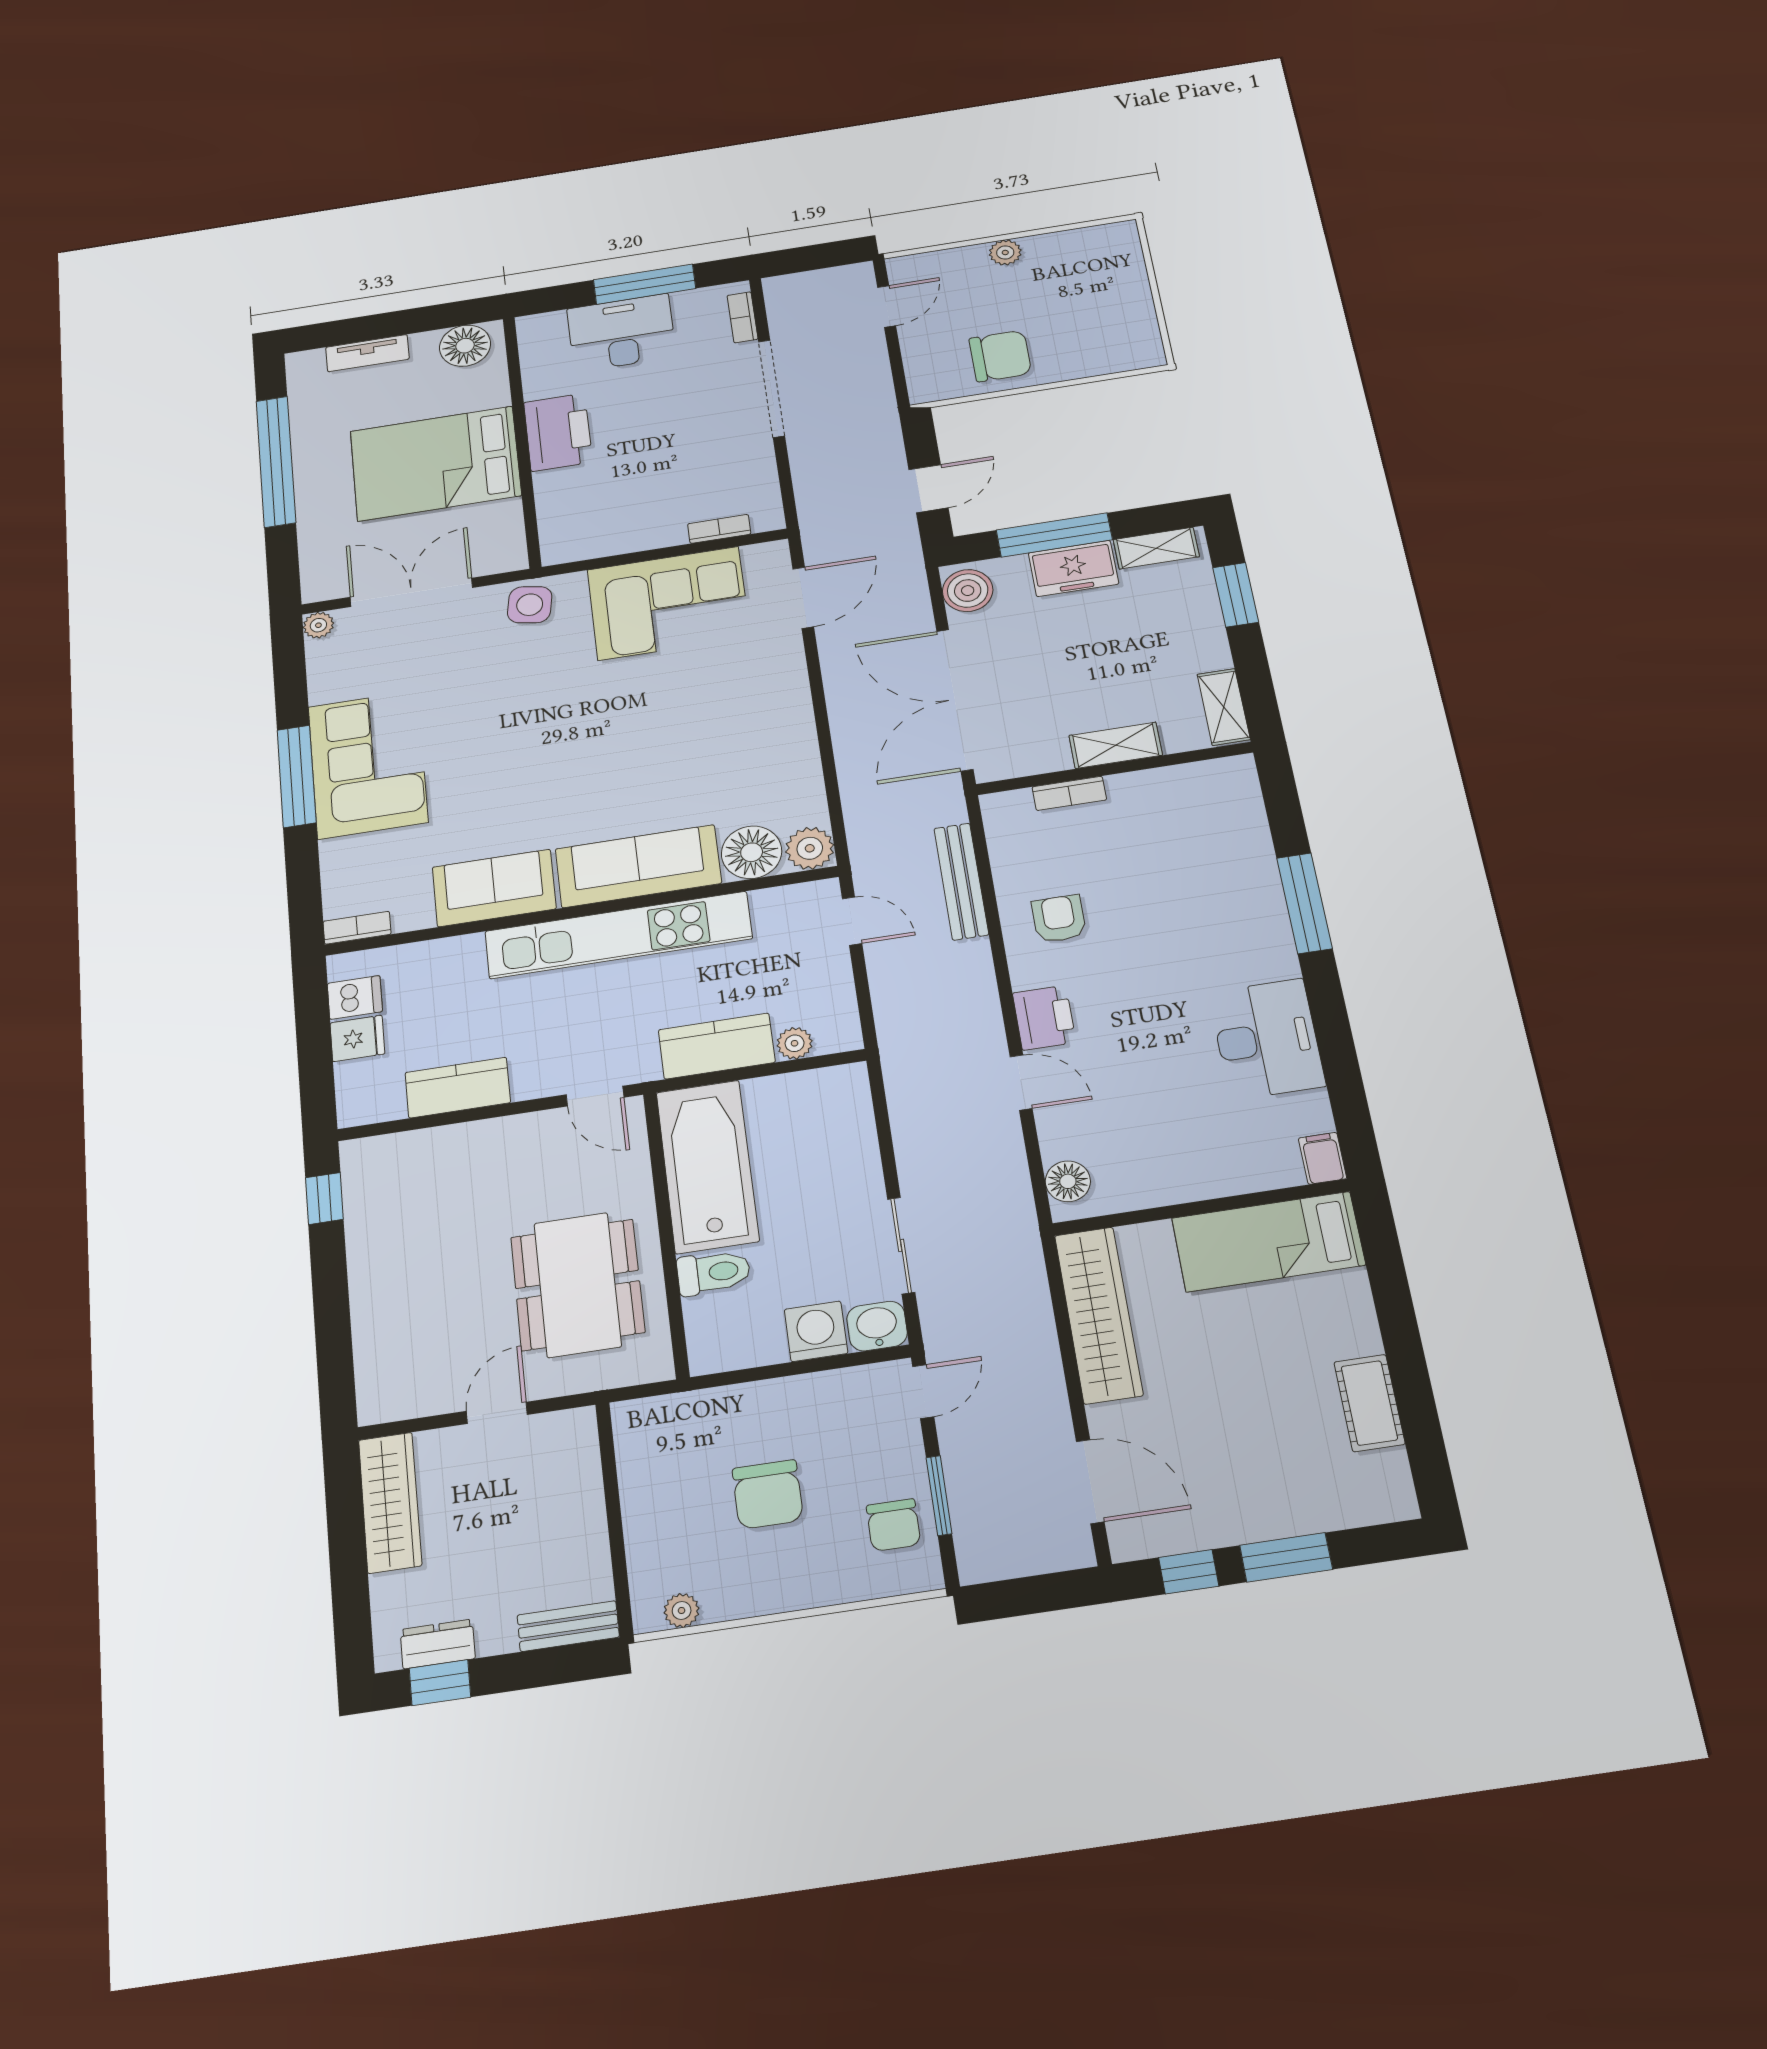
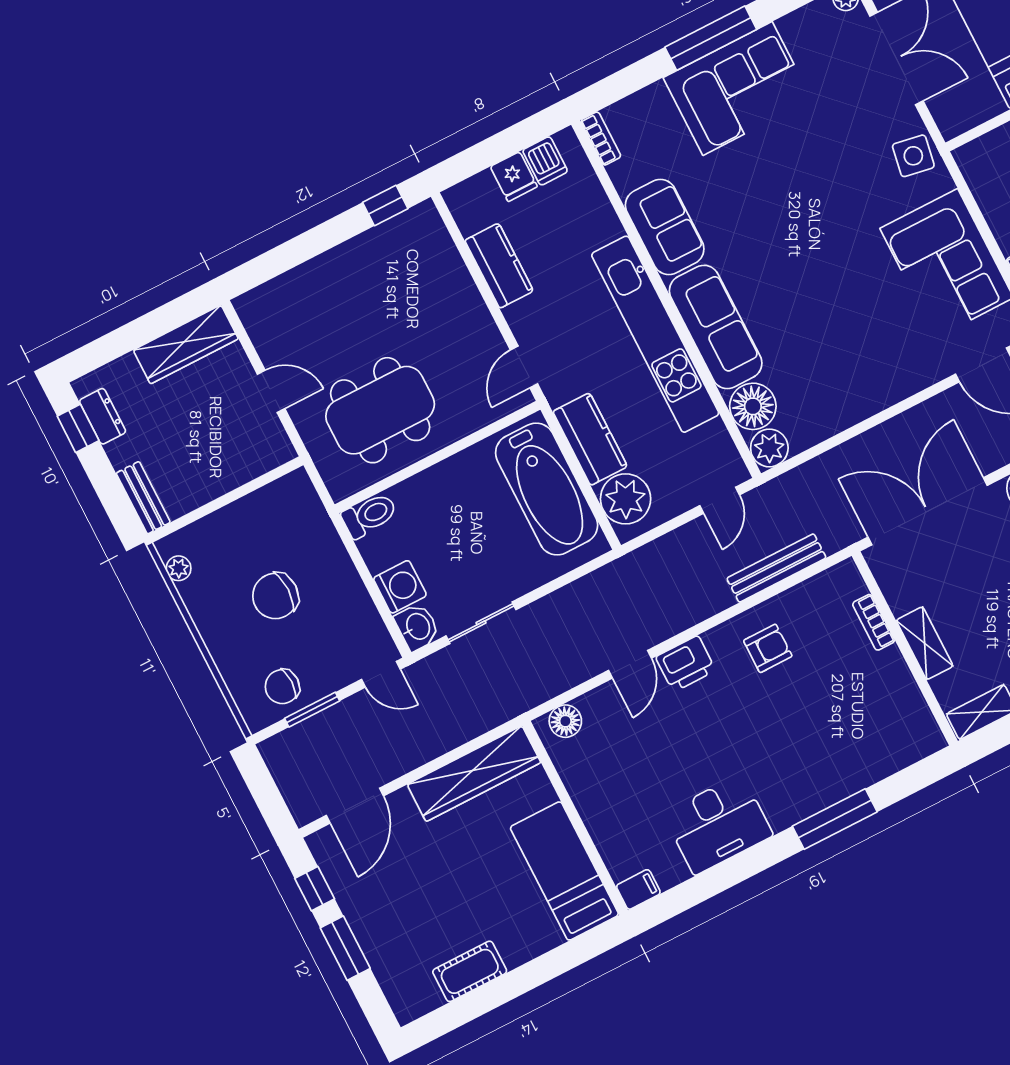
plant: (795, 1043) -> (626, 499), width x1.87, depth x1.87
bathtub: (707, 1166) -> (547, 489), moved, turned 90
toilet: (714, 1272) -> (369, 515), moved, turned -90

